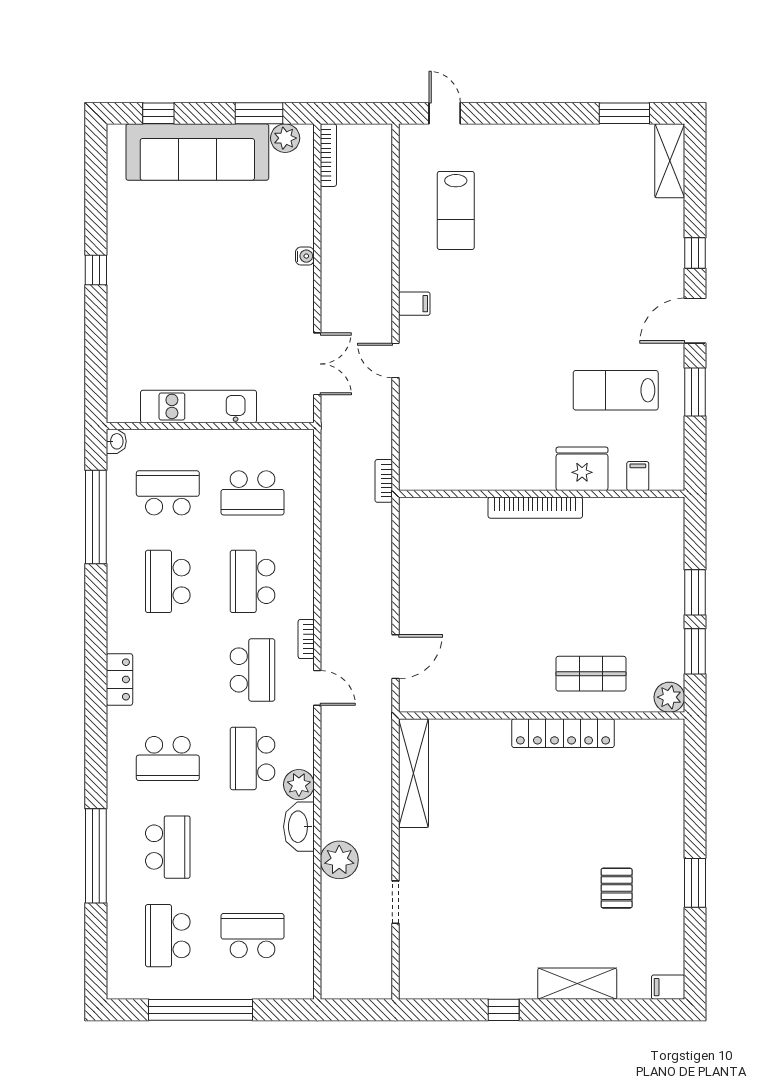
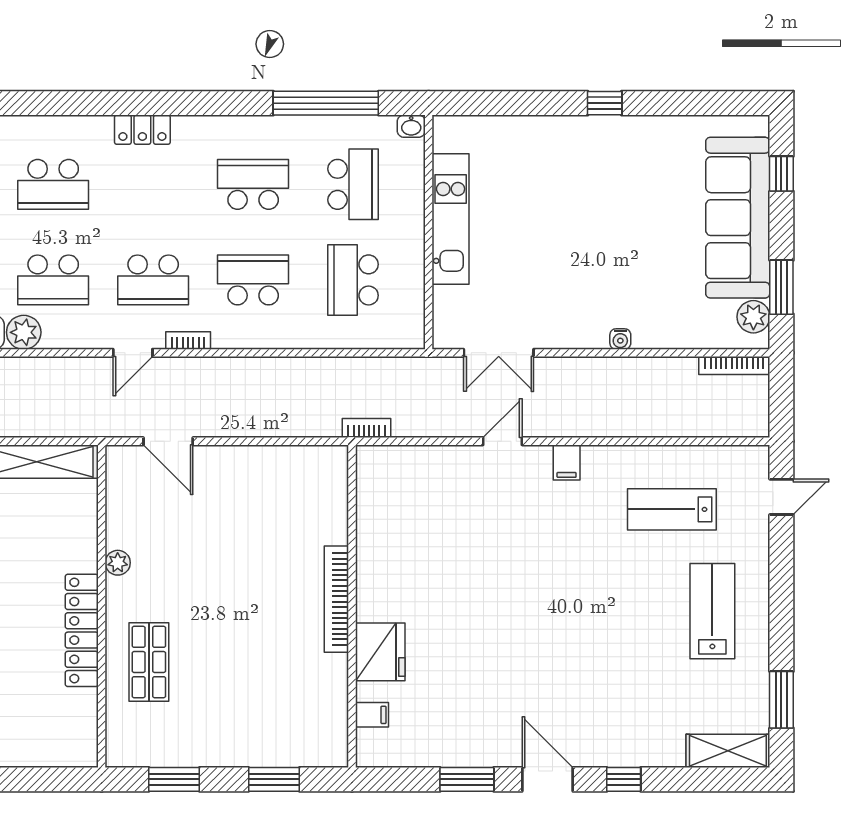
lab bench: (616, 390) -> (712, 611), moved
window: (695, 592) -> (274, 779), moved
plant: (669, 697) -> (118, 563), moved, width x0.73, depth x0.73
school desk: (168, 759) -> (53, 184), turned -90
school desk: (253, 759) -> (53, 280), turned 180

